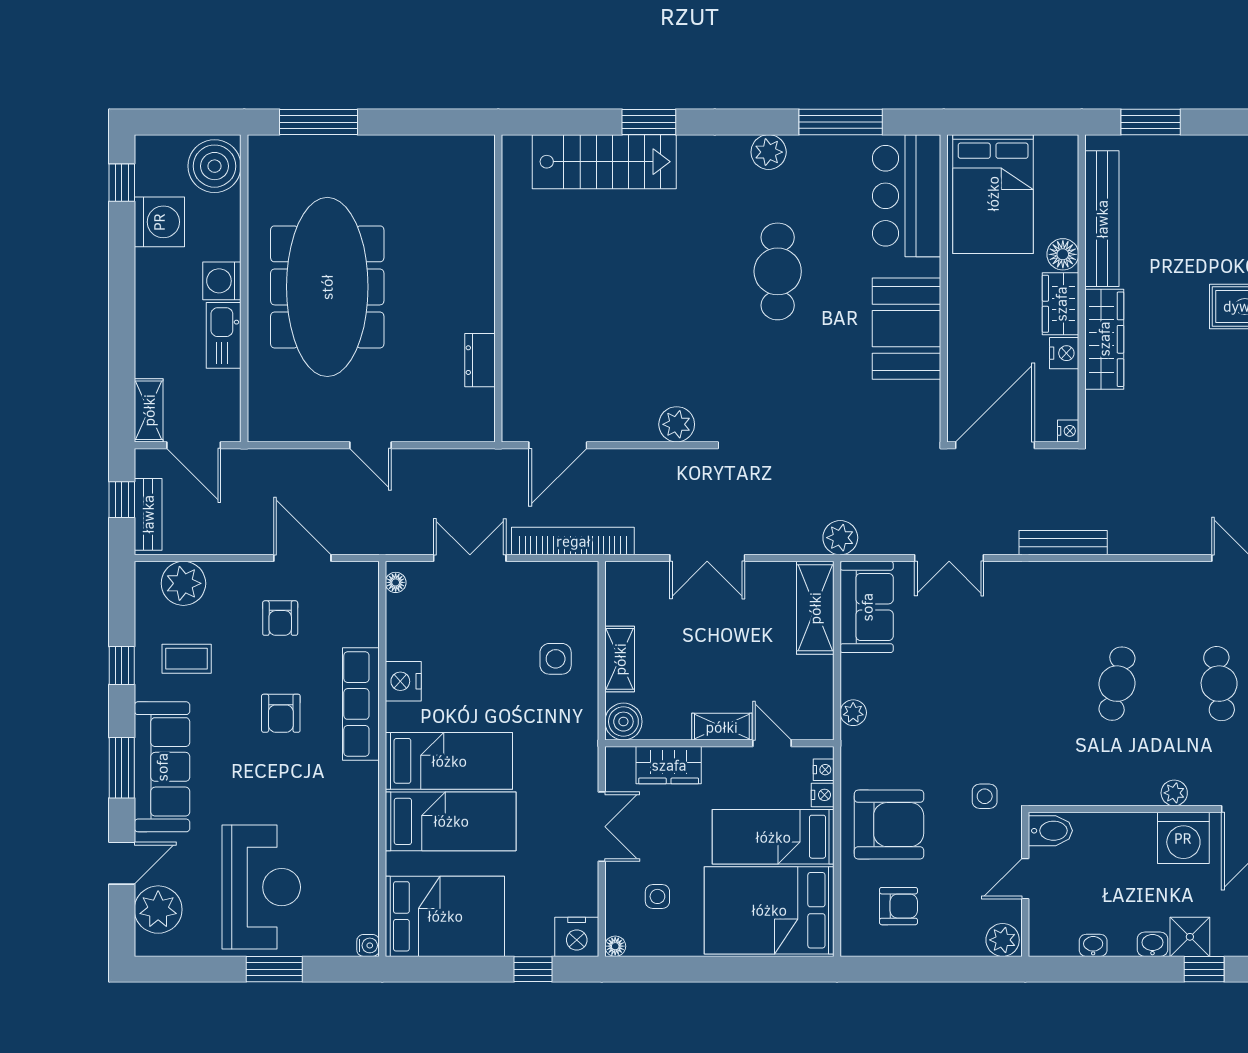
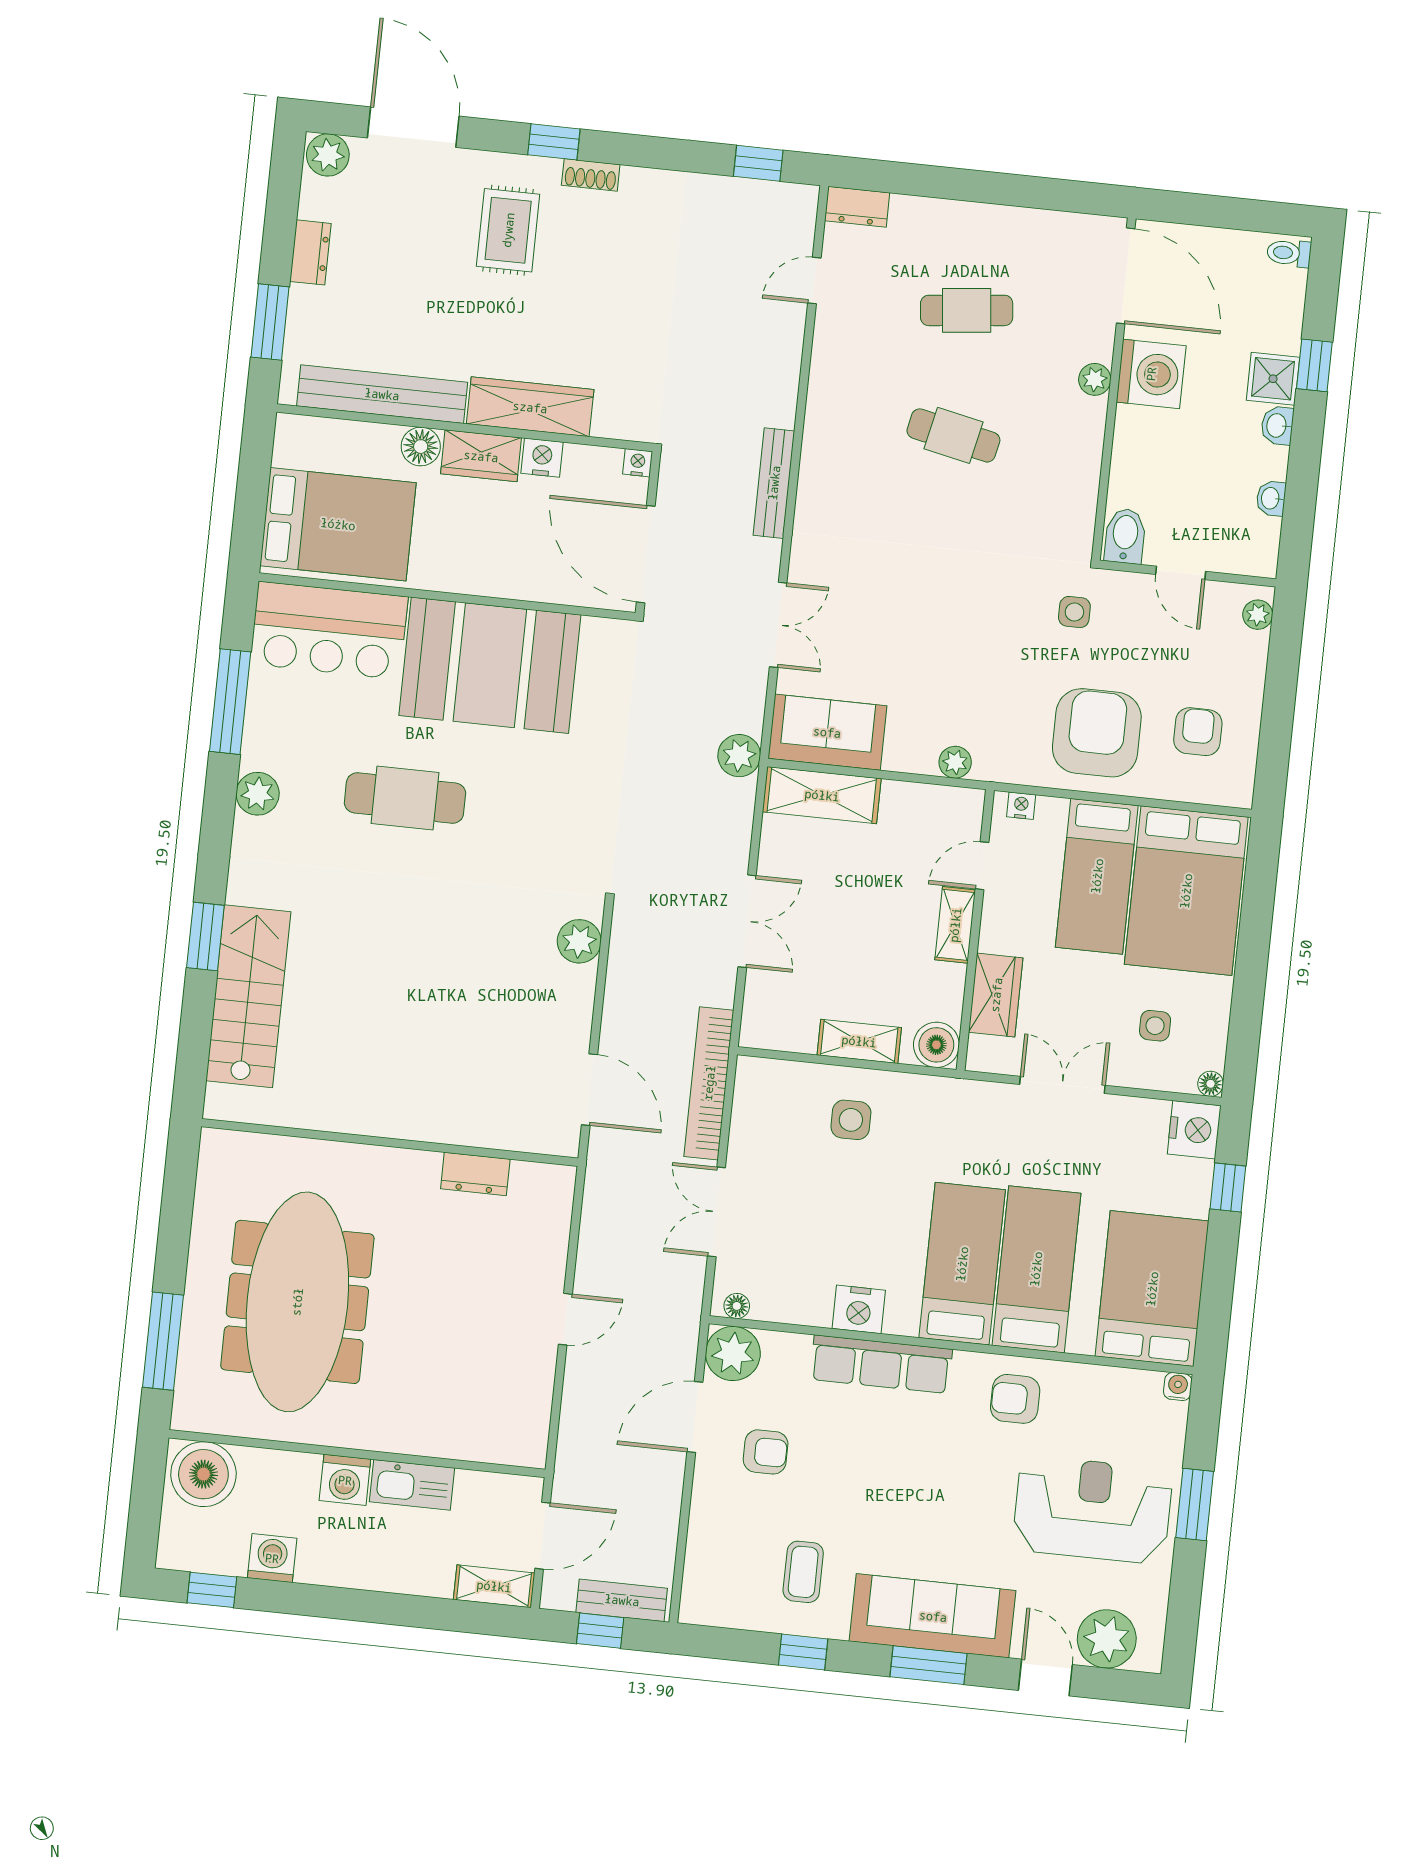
dresser: (1210, 149) -> (310, 252), added
washing machine: (159, 222) -> (272, 1558), width x0.73, depth x0.73
meeting table: (327, 287) -> (297, 1302), moved, turned 90
booth: (906, 329) -> (490, 665), width x1.36, depth x1.42
plant: (183, 583) -> (733, 1353), moved
armchair: (281, 713) -> (1015, 1399), moved, turned 180
nightstand: (823, 795) -> (1052, 810), removed
plant: (1003, 940) -> (1258, 615), width x0.73, depth x0.73

